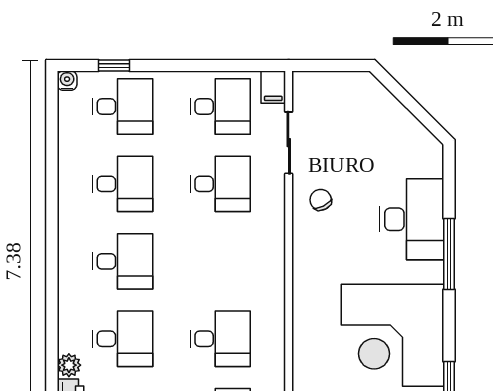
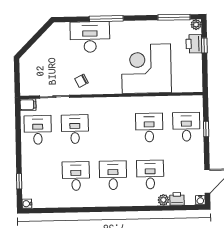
desk: (123, 107) -> (39, 177), removed
corner desk: (392, 335) -> (146, 69), moved, turned 180

